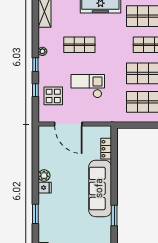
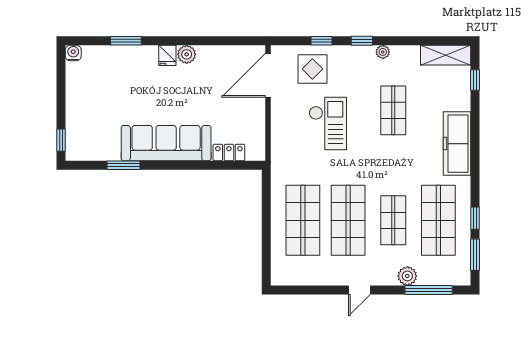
door: (68, 124) -> (268, 75), moved

